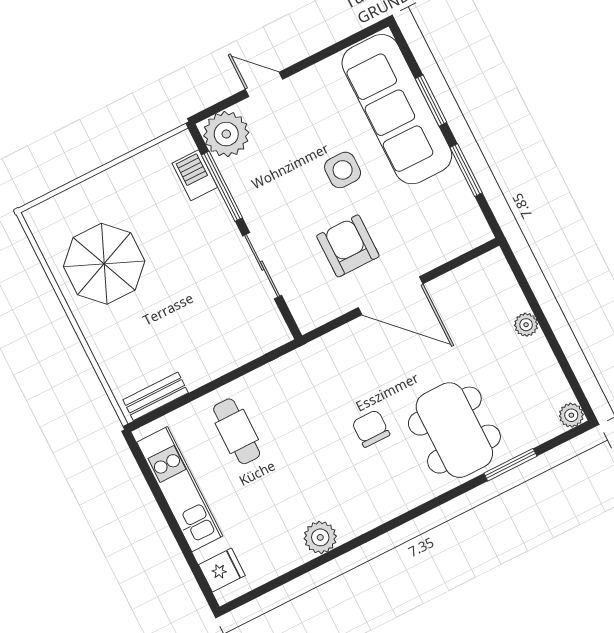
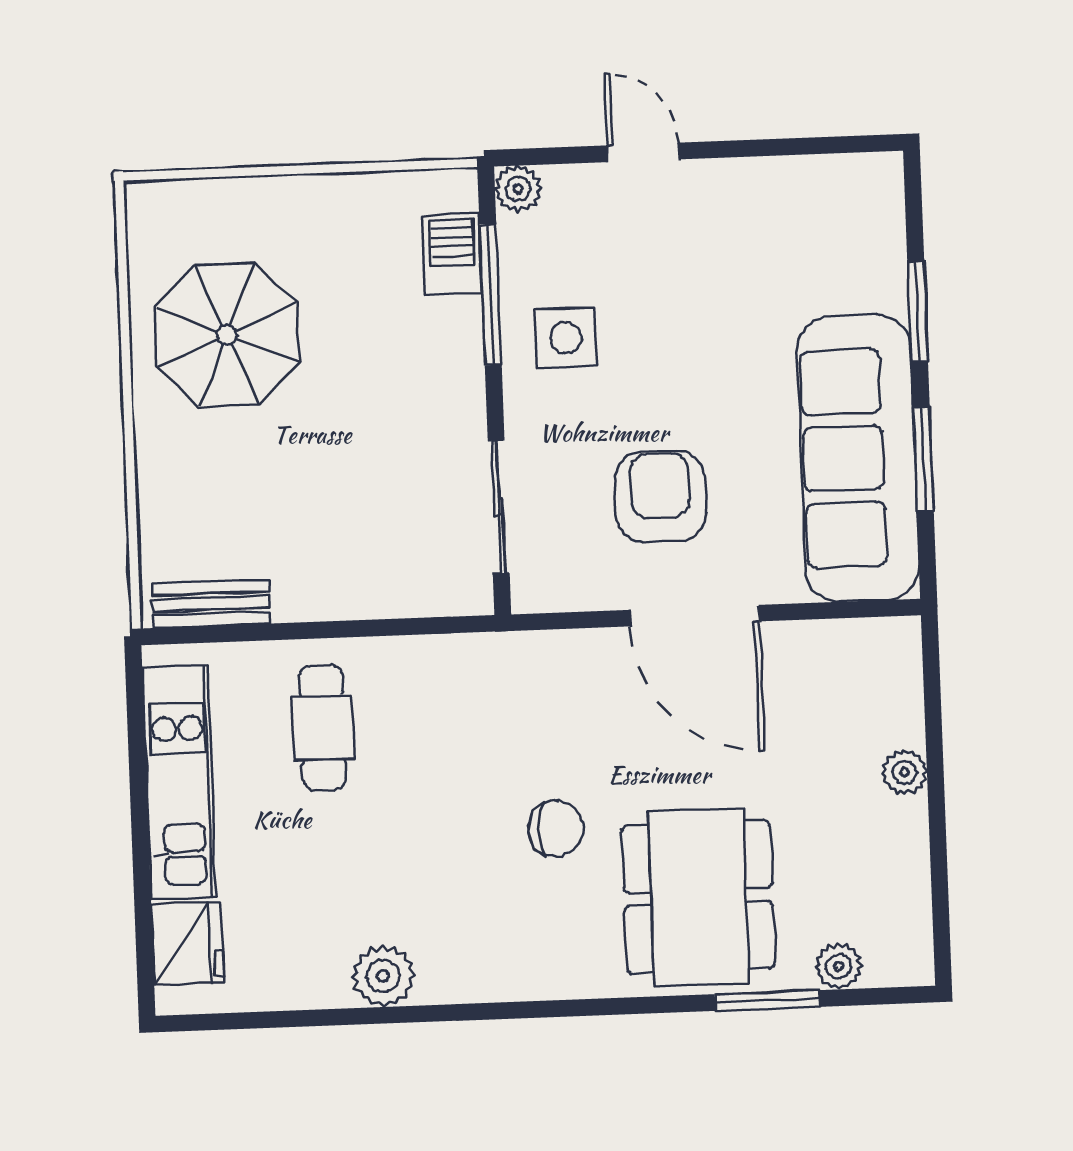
sofa: (397, 109) -> (858, 458), moved
plant: (226, 134) -> (518, 189), width x0.53, depth x0.53
side table: (343, 170) -> (566, 338), moved
sliding door: (262, 266) -> (499, 507), moved
plant: (571, 415) -> (839, 966), moved
chair: (371, 429) -> (556, 828), turned 90
fridge: (222, 570) -> (188, 943), width x1.38

